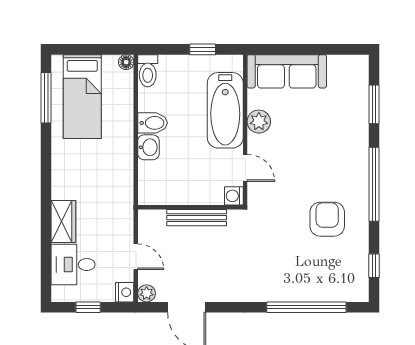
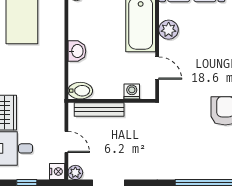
bidet: (153, 123) -> (80, 91), moved
washing machine: (234, 196) -> (132, 91), moved, turned 90
bench: (197, 218) -> (99, 109), moved

